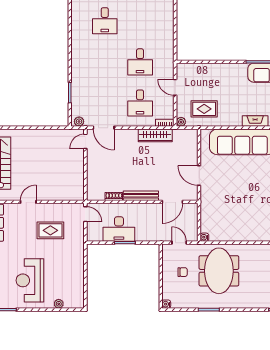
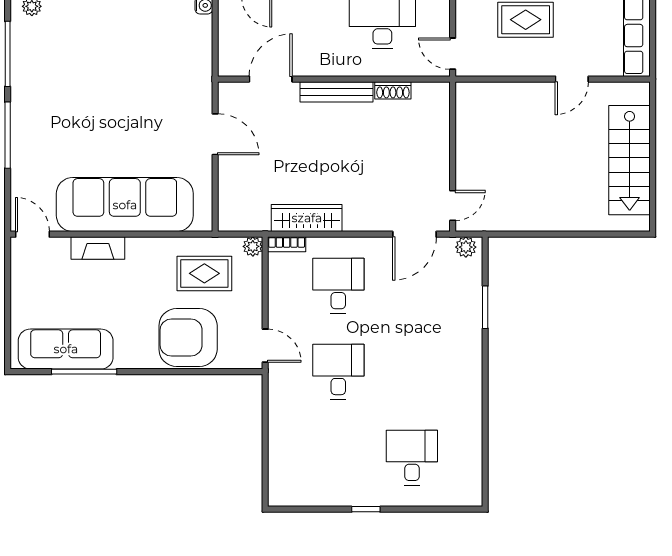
armchair: (212, 78) -> (188, 338), added
door: (175, 87) -> (265, 346), moved
door: (104, 128) -> (414, 234), swing flipped

